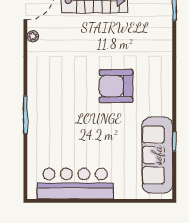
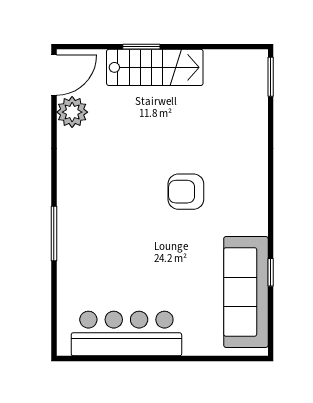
plant: (33, 36) -> (72, 112), width x1.88, depth x1.88
armchair: (116, 86) -> (186, 192), width x0.73, depth x0.73

